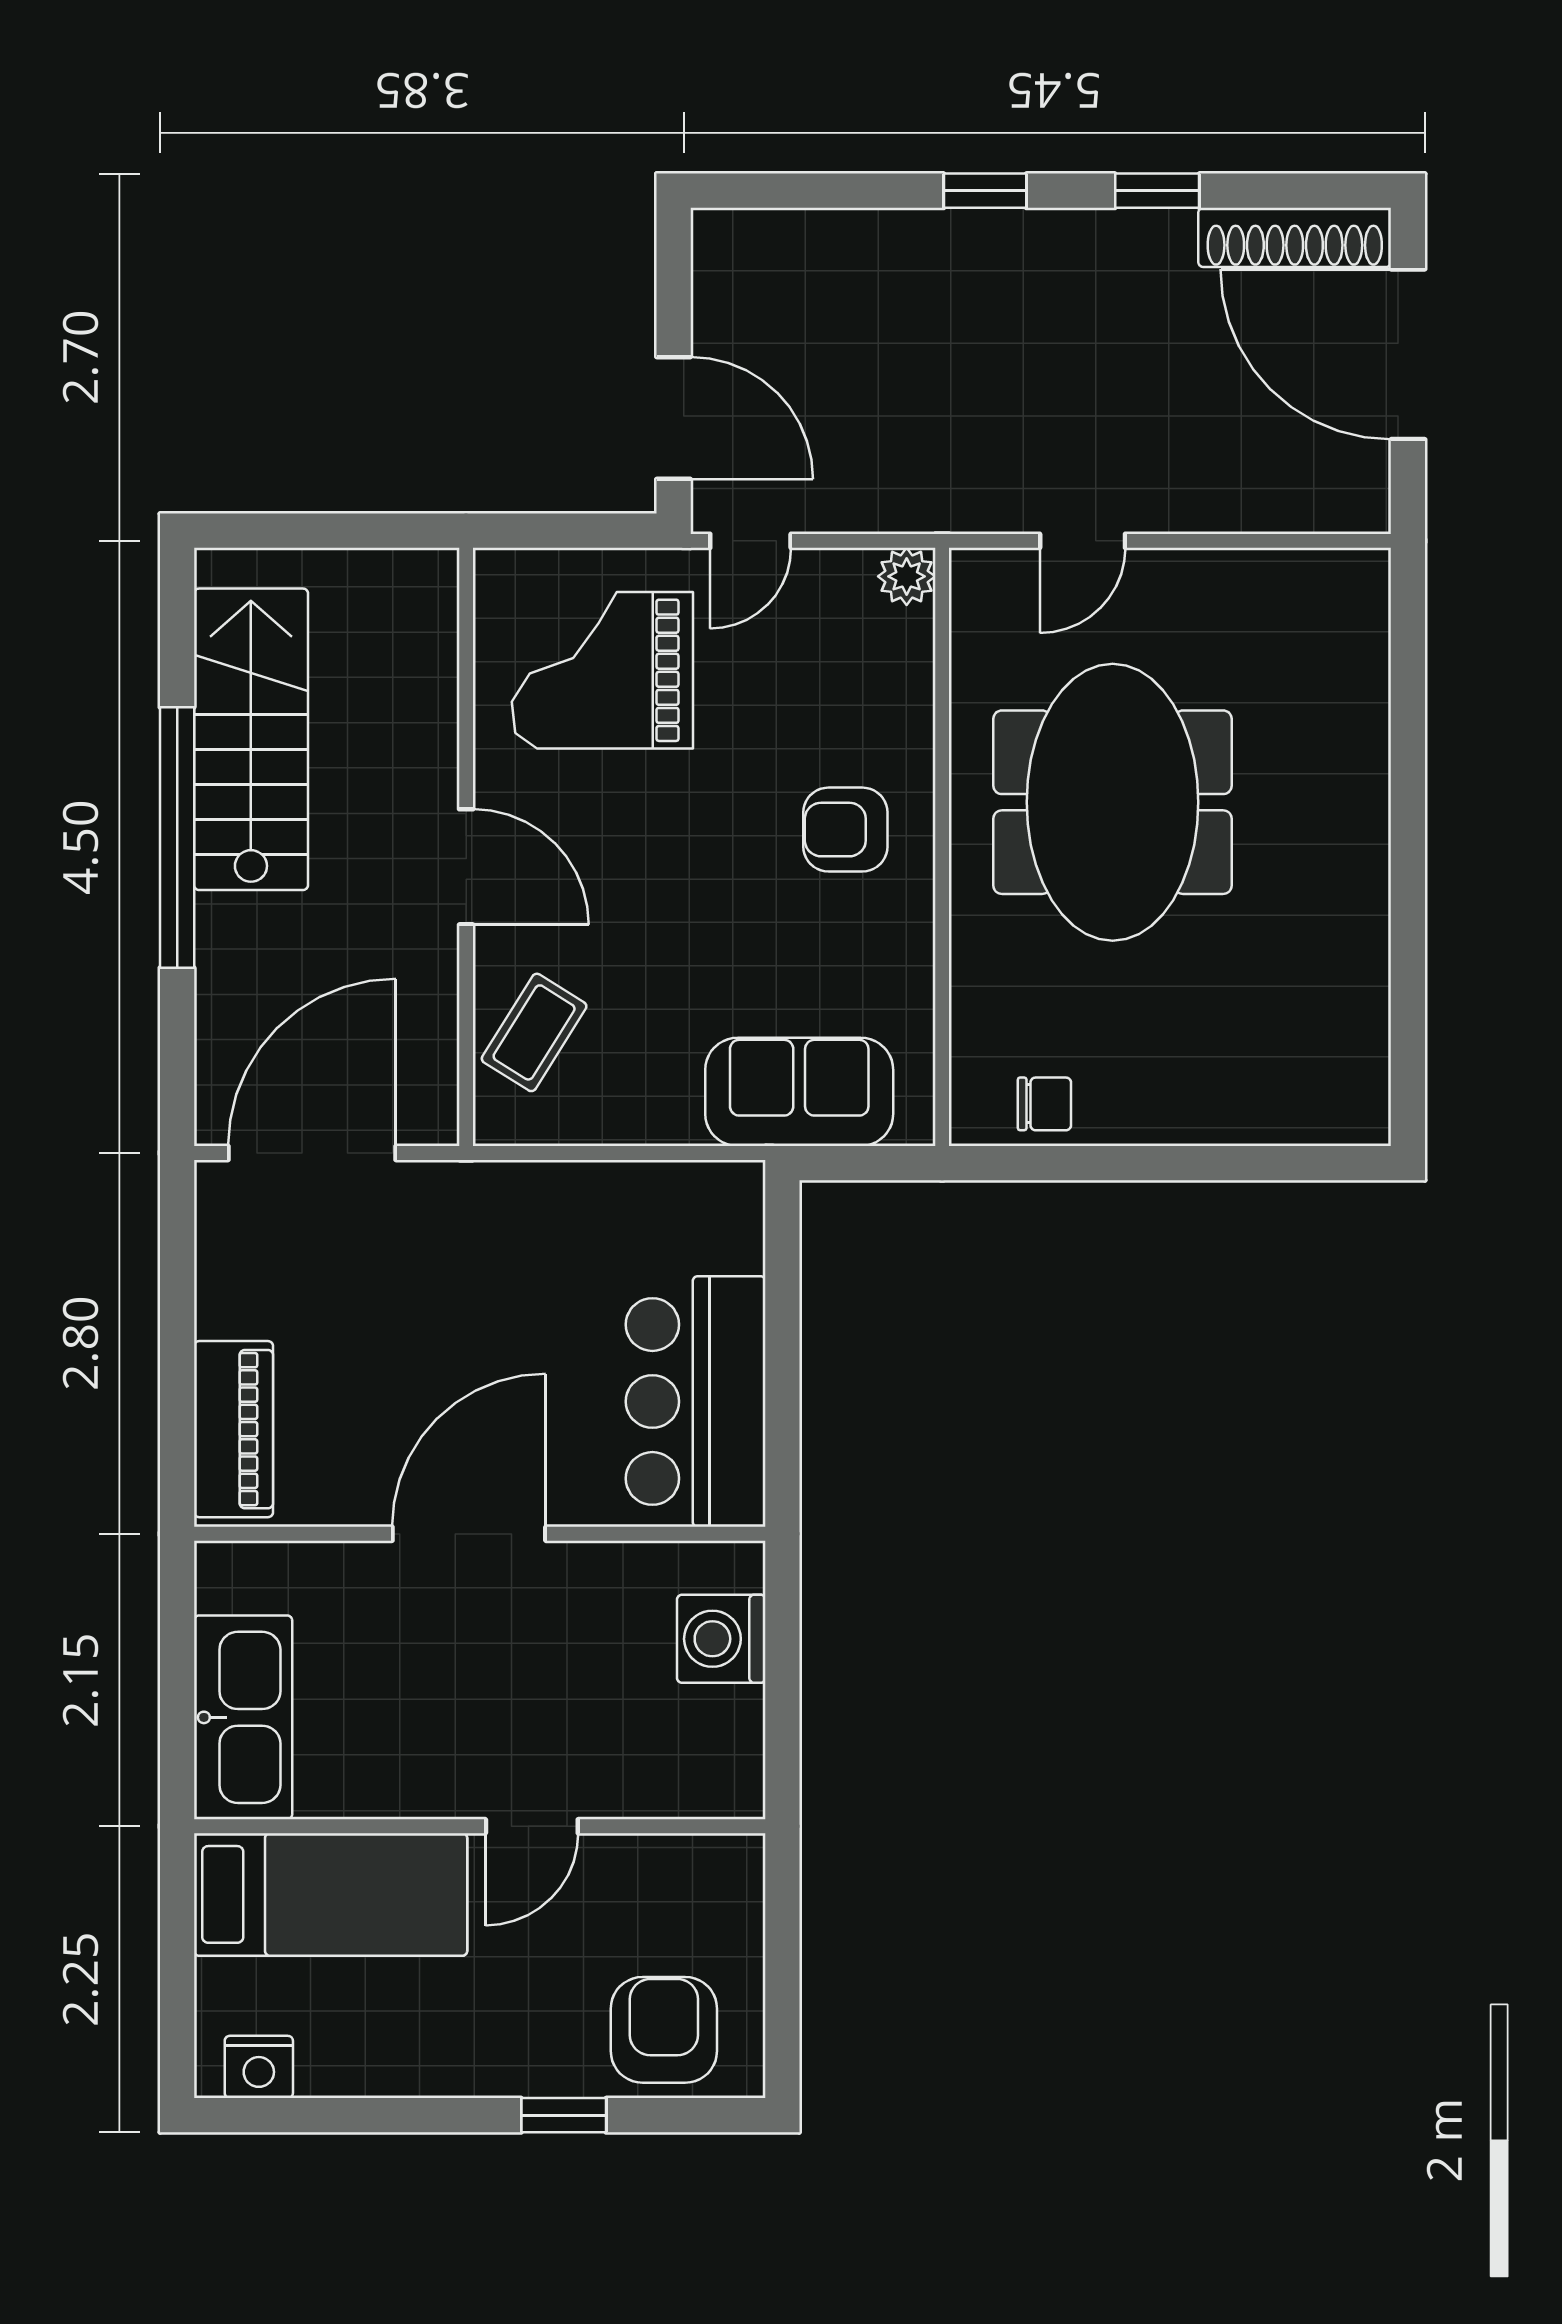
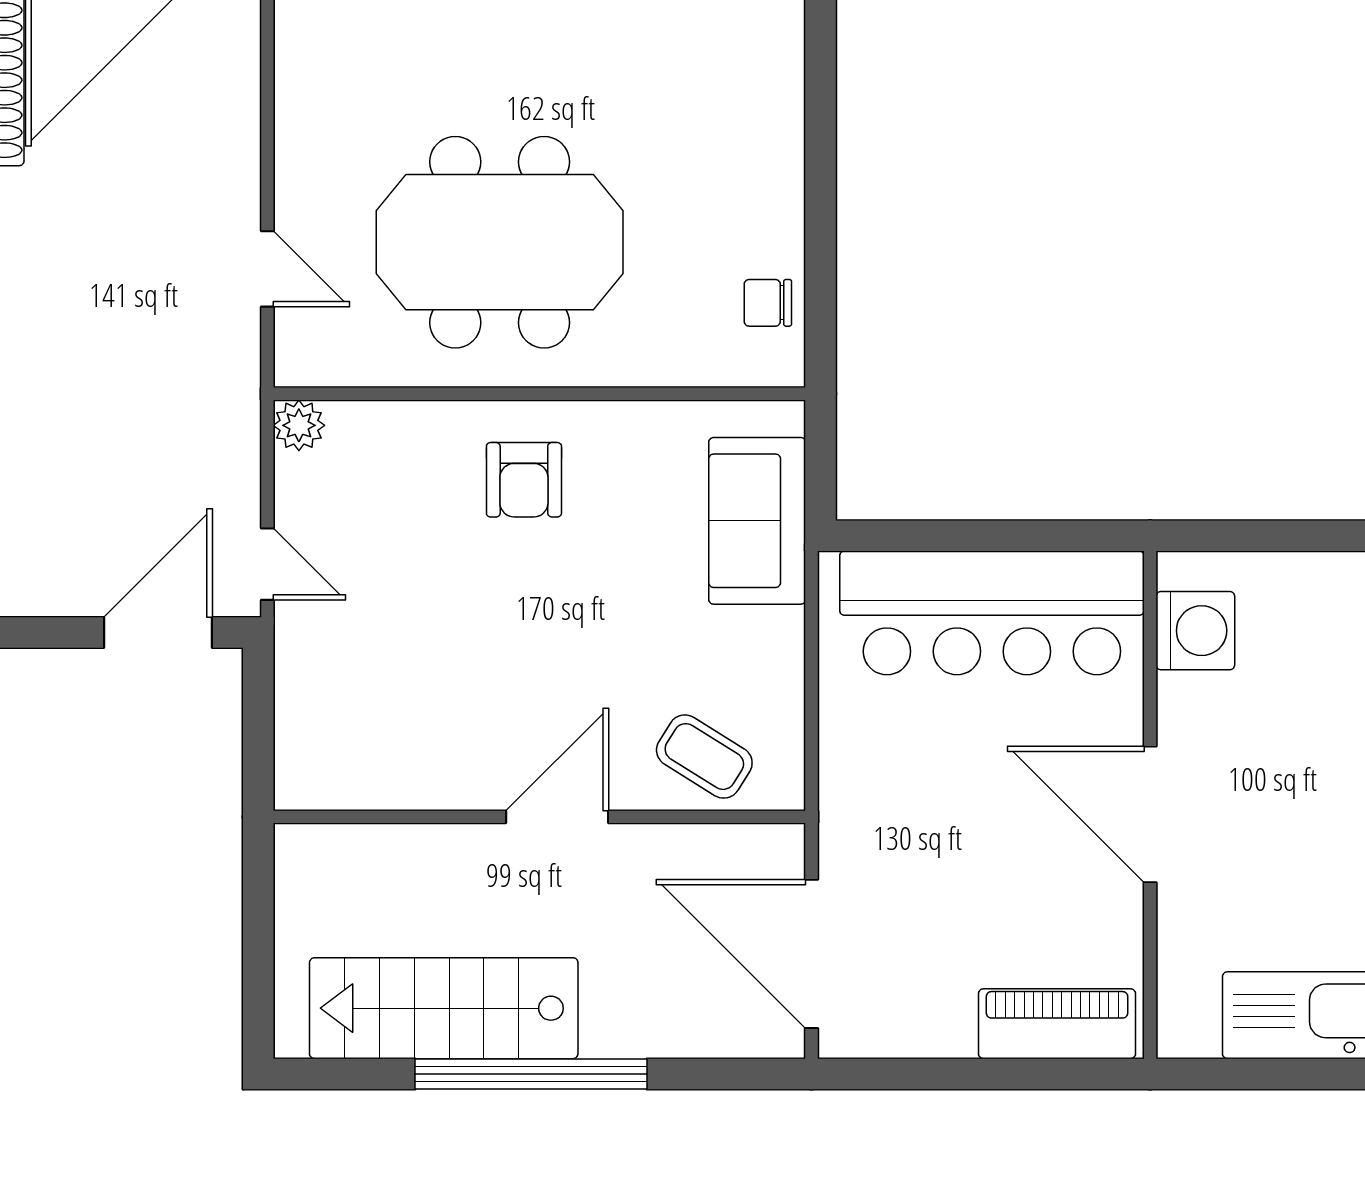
grand piano: (602, 670) -> (382, 696), removed
chair: (1044, 1104) -> (768, 303), turned -90
bar counter: (696, 1402) -> (992, 613), width x1.36
washing machine: (721, 1639) -> (1195, 631), moved, turned -90

